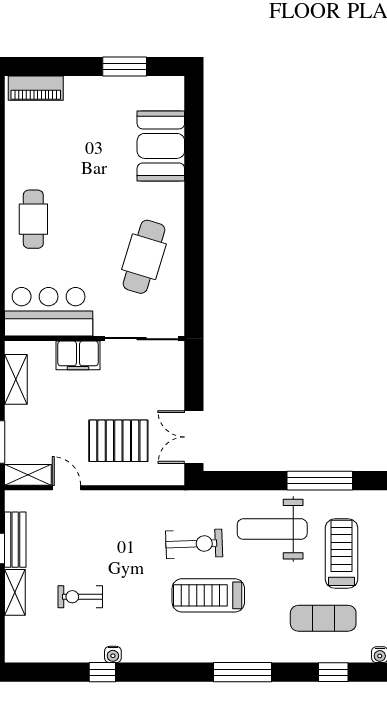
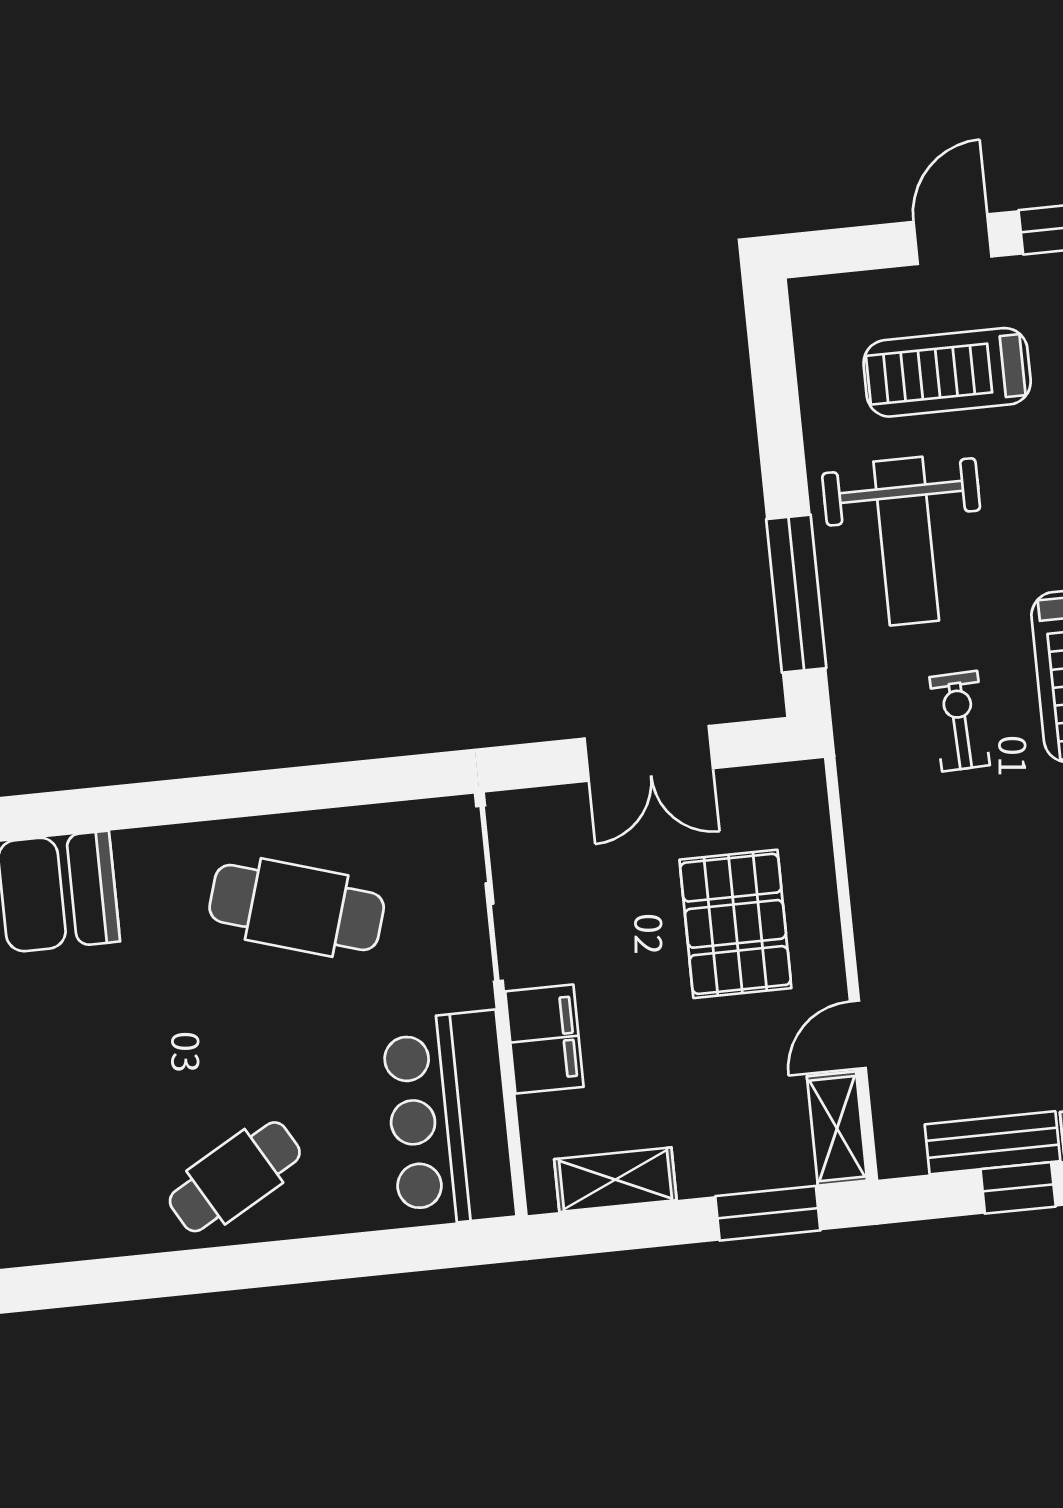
cafe table: (33, 219) -> (235, 1177), turned -30
double door: (194, 437) -> (649, 753), moved
window: (320, 481) -> (796, 594), moved
exercise bike: (194, 544) -> (960, 721), width x0.73, depth x0.72

